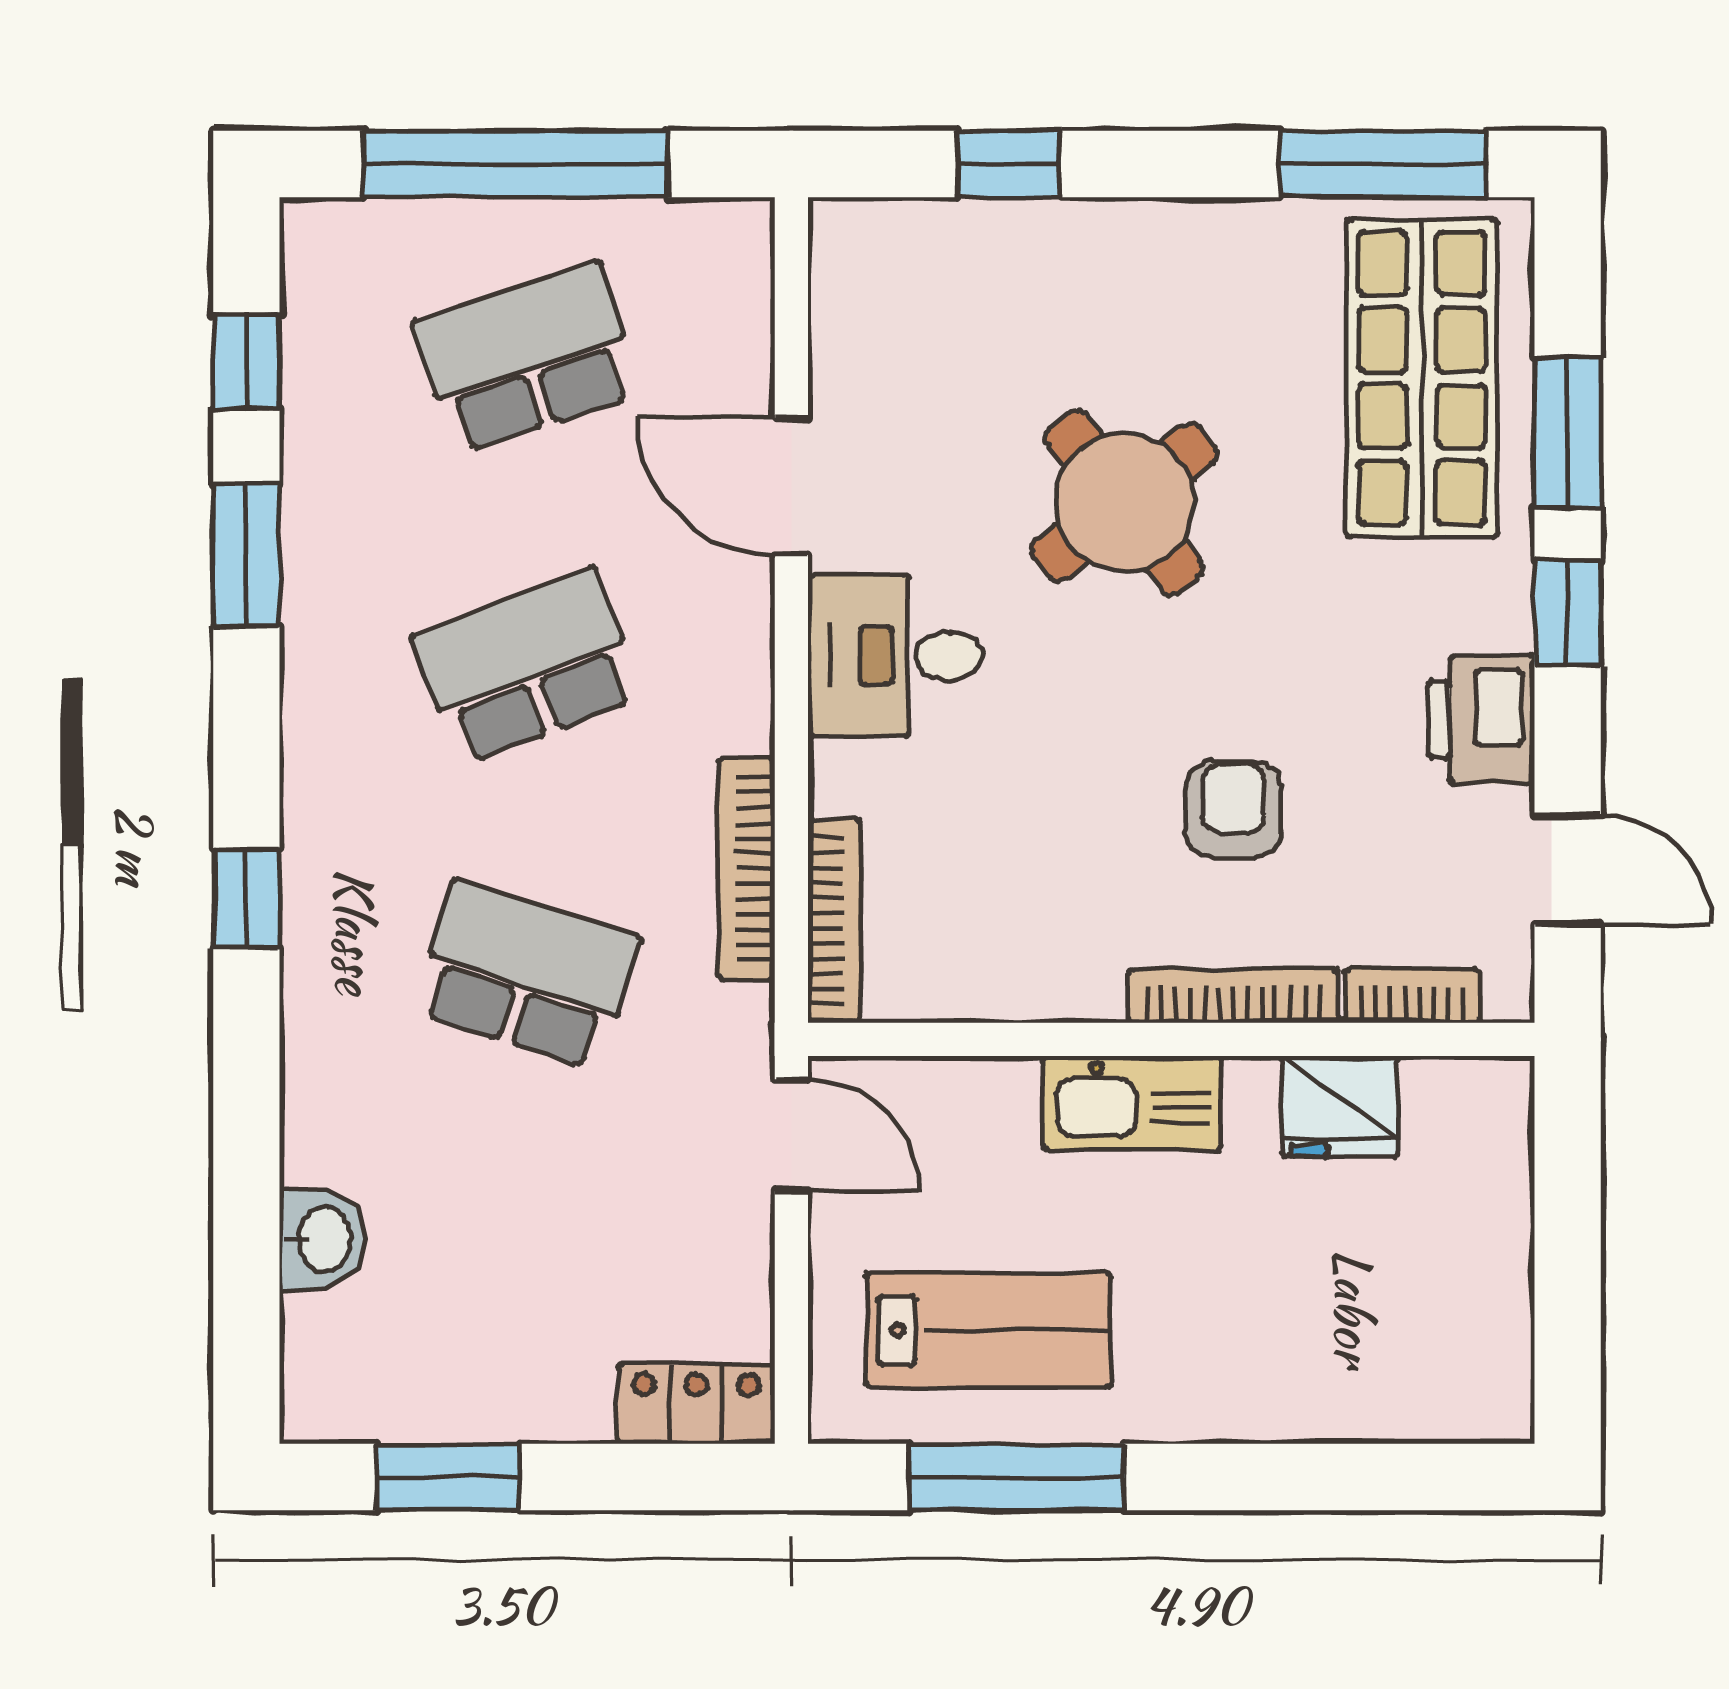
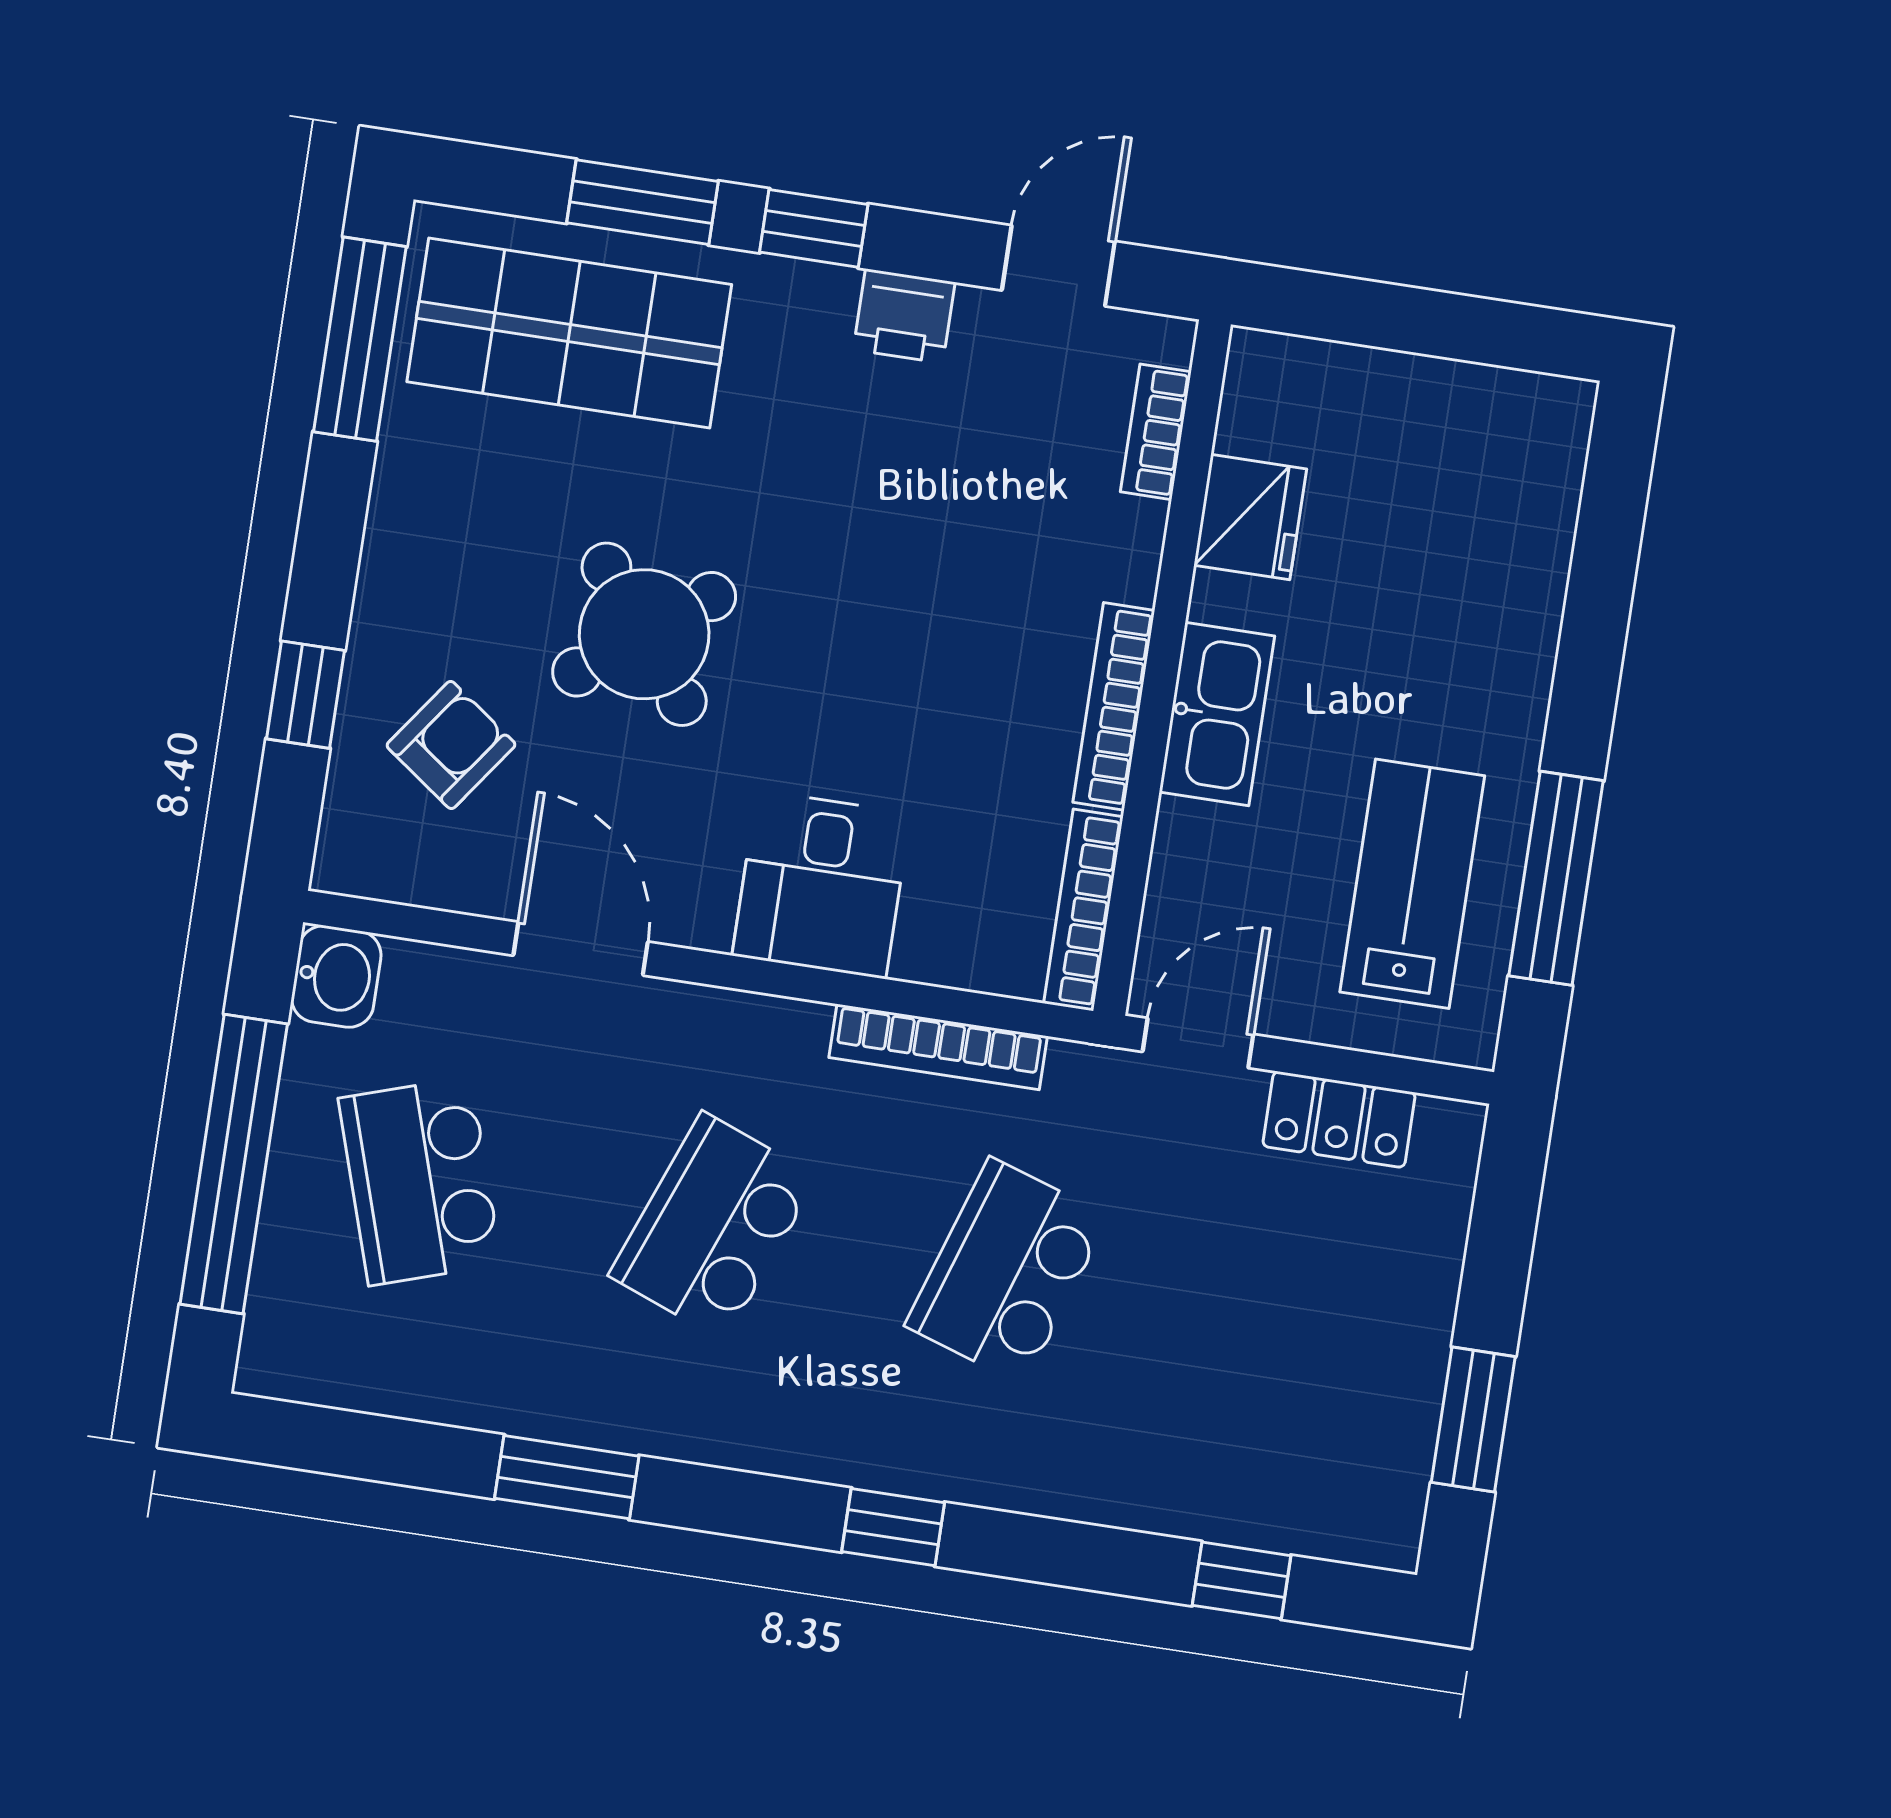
window: (246, 362) -> (1242, 1580), moved
door: (791, 486) -> (581, 949), swing flipped
desk: (895, 656) -> (821, 884), moved
school desk: (527, 666) -> (713, 1226), turned 42
printer: (1482, 719) -> (904, 316), width x0.73, depth x0.81
armchair: (1233, 810) -> (451, 745), moved, turned 126
bookcase: (834, 921) -> (1083, 910), moved, turned -90
bookcase: (1233, 996) -> (1114, 706), moved
washbasin: (322, 1239) -> (336, 977), moved, turned 90
locker: (696, 1404) -> (1339, 1119), moved, turned -90

